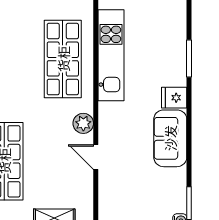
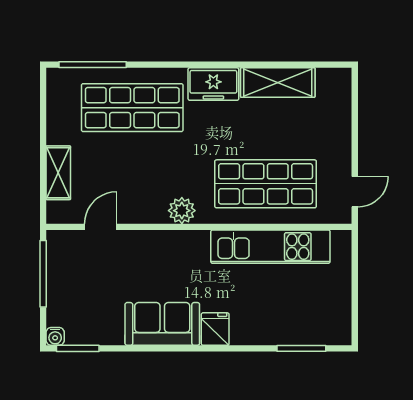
window: (189, 59) -> (301, 348), moved
door: (96, 157) -> (101, 227), moved

